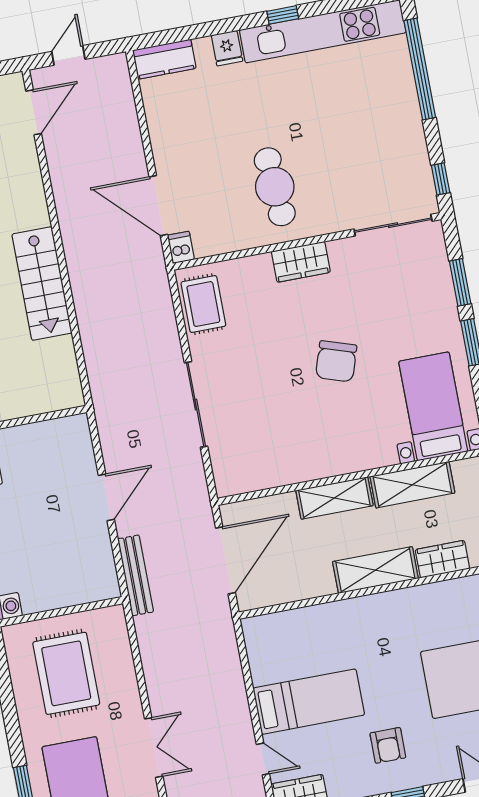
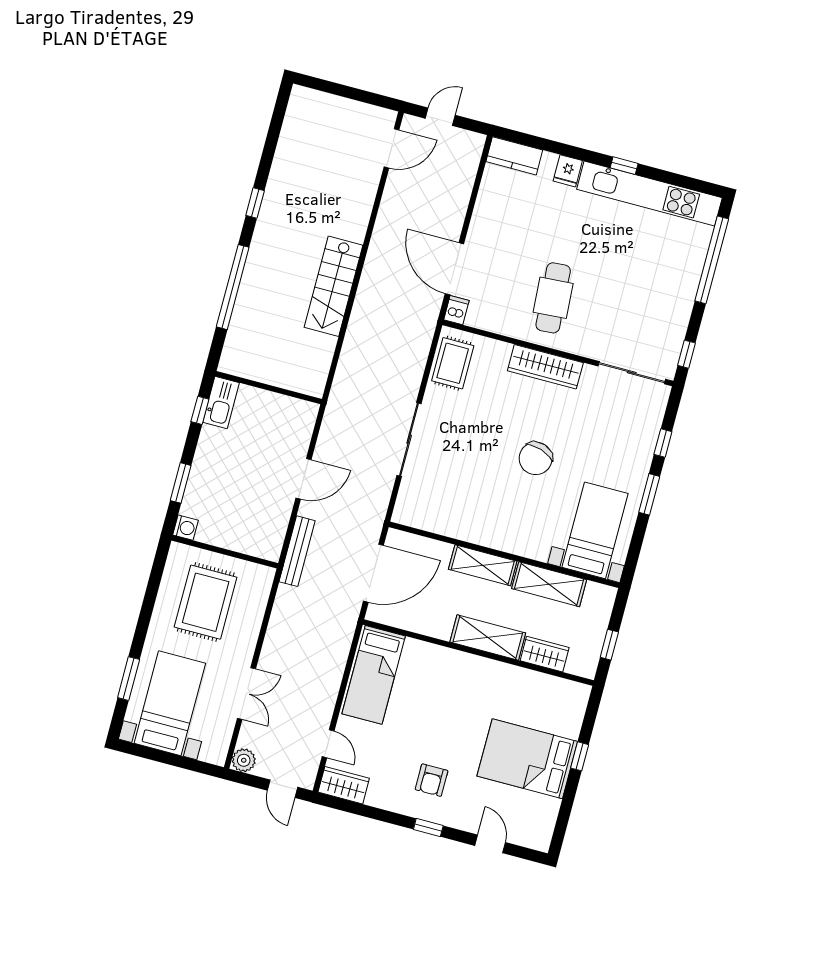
wardrobe: (301, 262) -> (545, 367), width x1.50
window: (460, 282) -> (663, 443), width x0.67
bed: (309, 702) -> (374, 675), moved, turned 90

